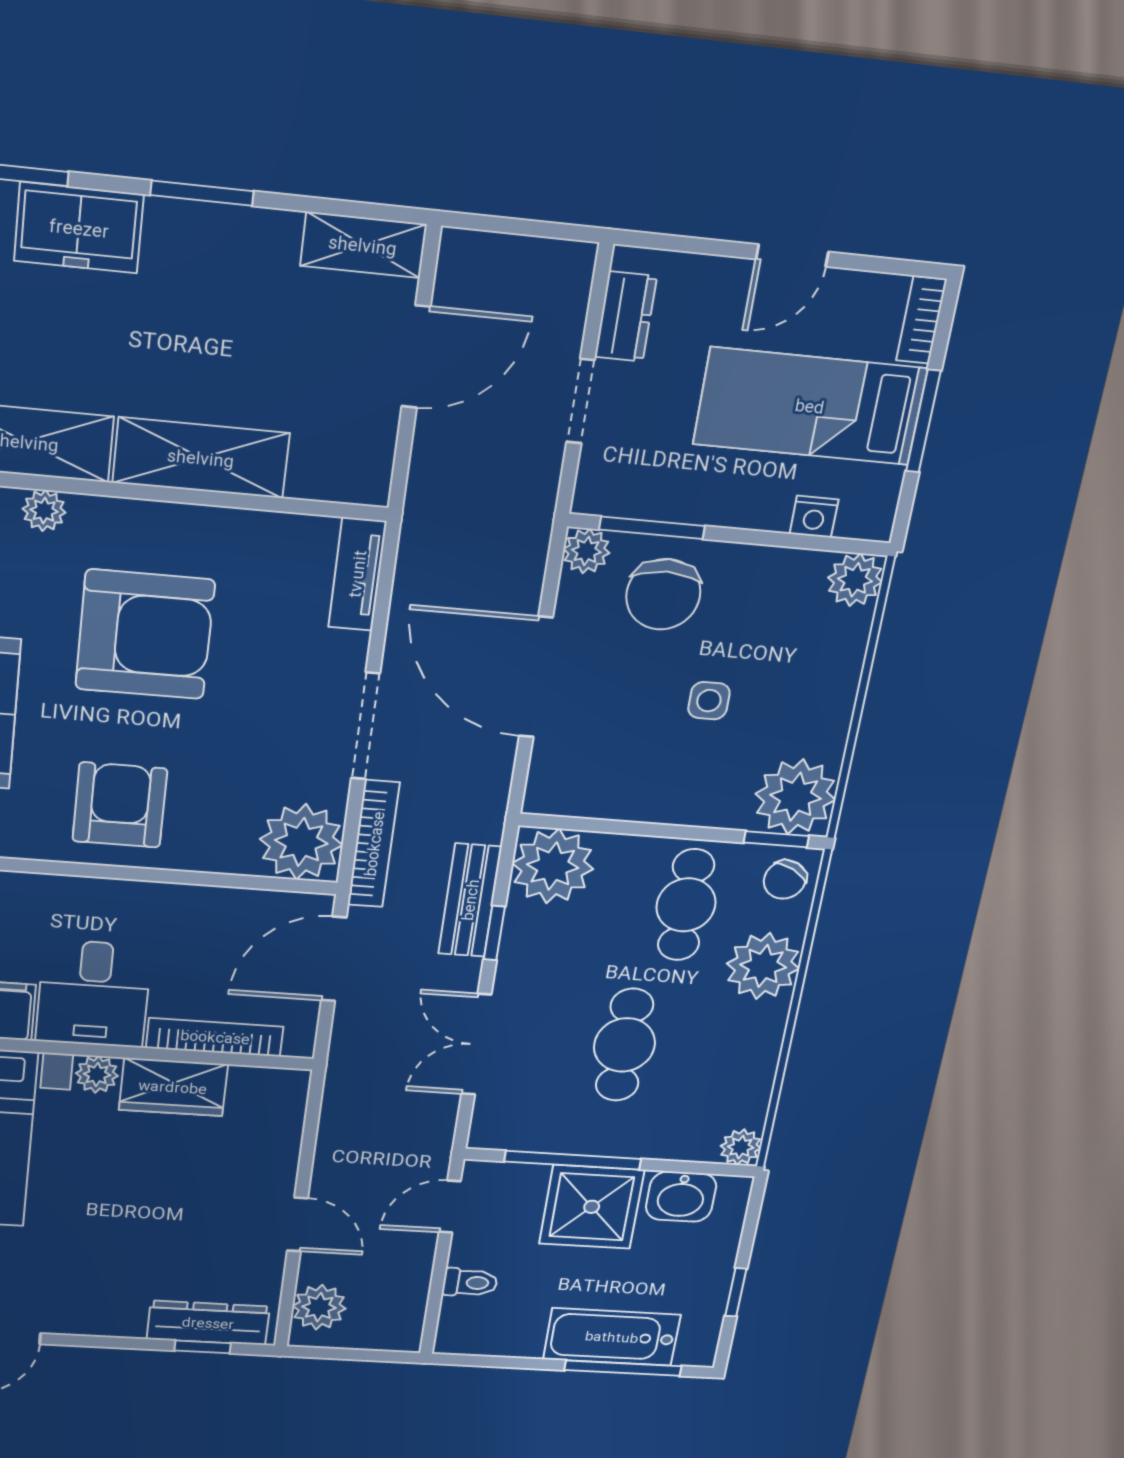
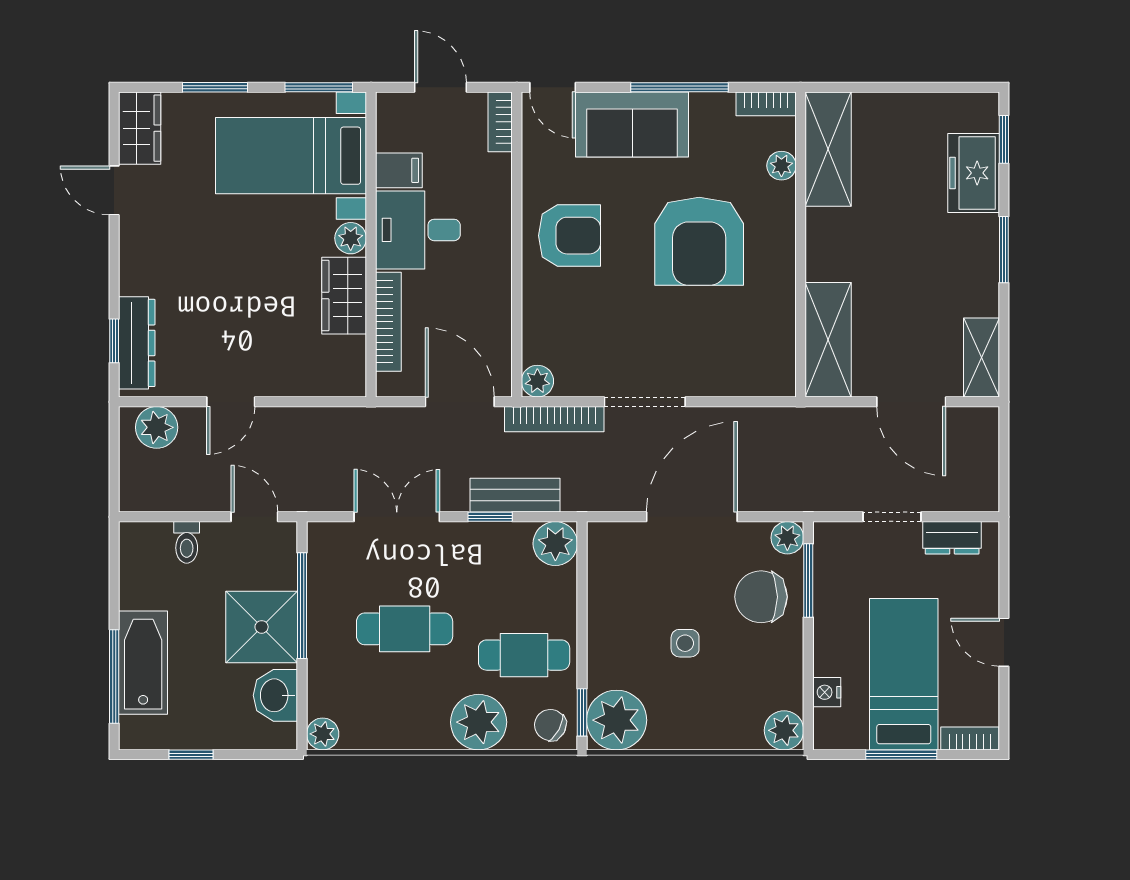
shelving: (201, 458) -> (828, 340), moved
tv unit: (357, 574) -> (756, 382), removed
plant: (301, 842) -> (537, 381), width x0.53, depth x0.53
plant: (553, 866) -> (555, 544), width x0.73, depth x0.73

